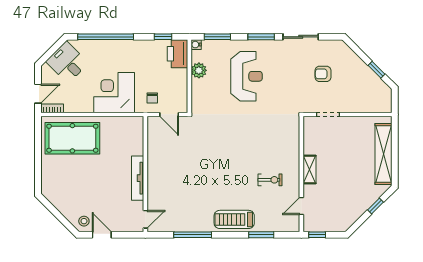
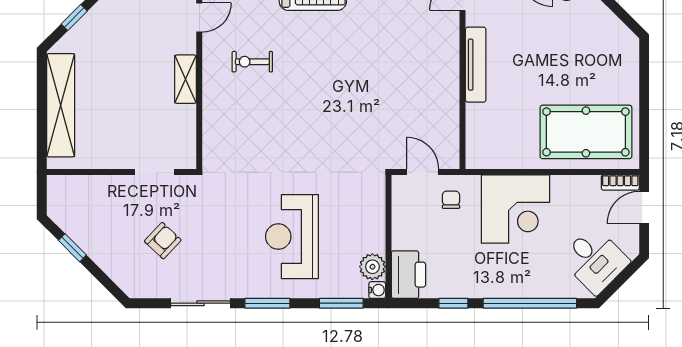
window: (163, 37) -> (453, 303), moved
plant: (199, 70) -> (372, 267), moved
armchair: (323, 74) -> (163, 241), turned -47

